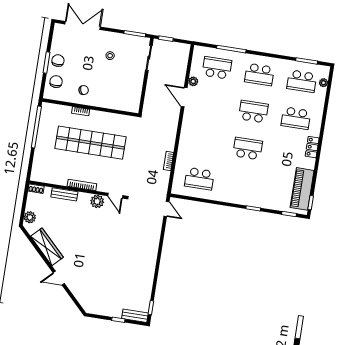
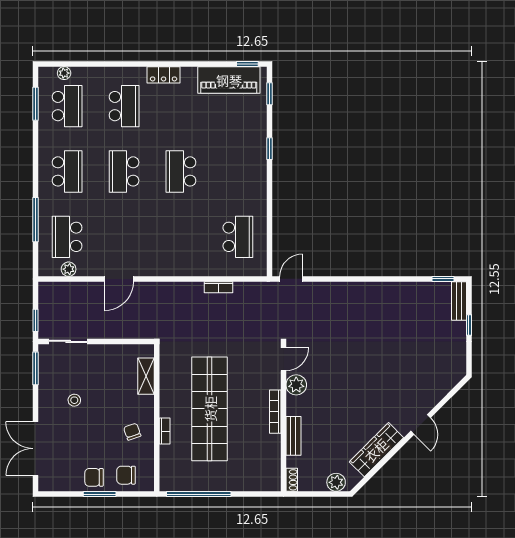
plant: (193, 81) -> (69, 269), moved
shelving: (118, 105) -> (146, 376), added

